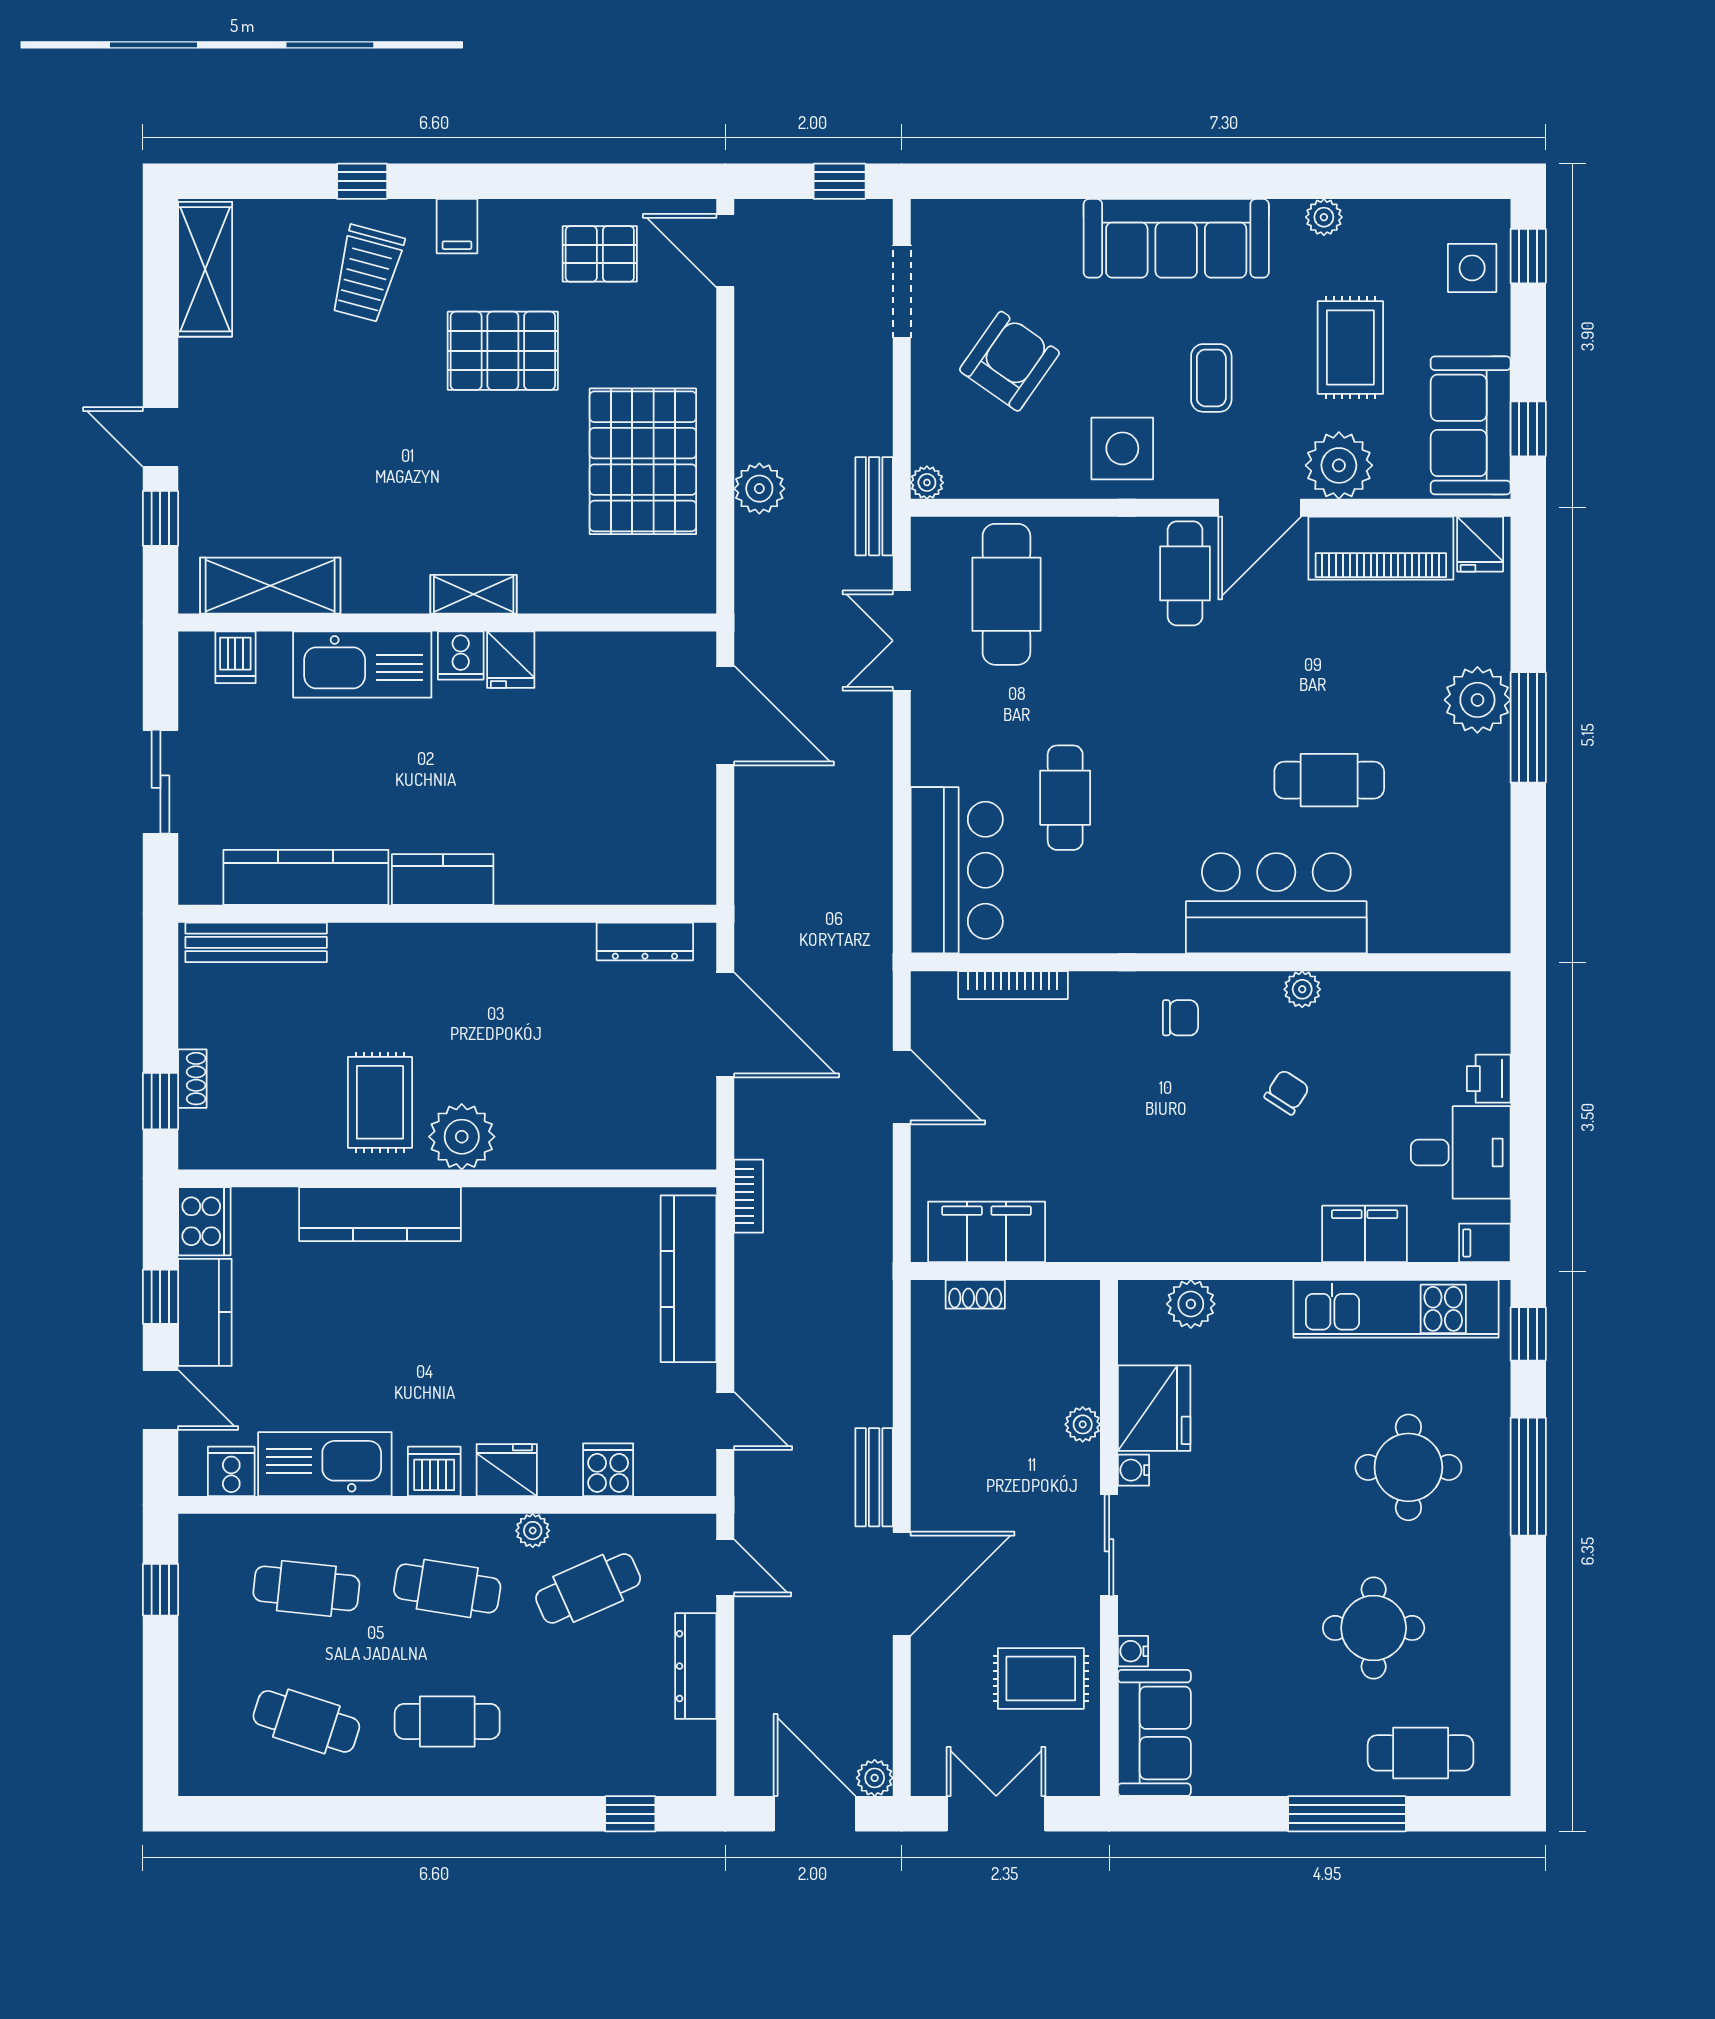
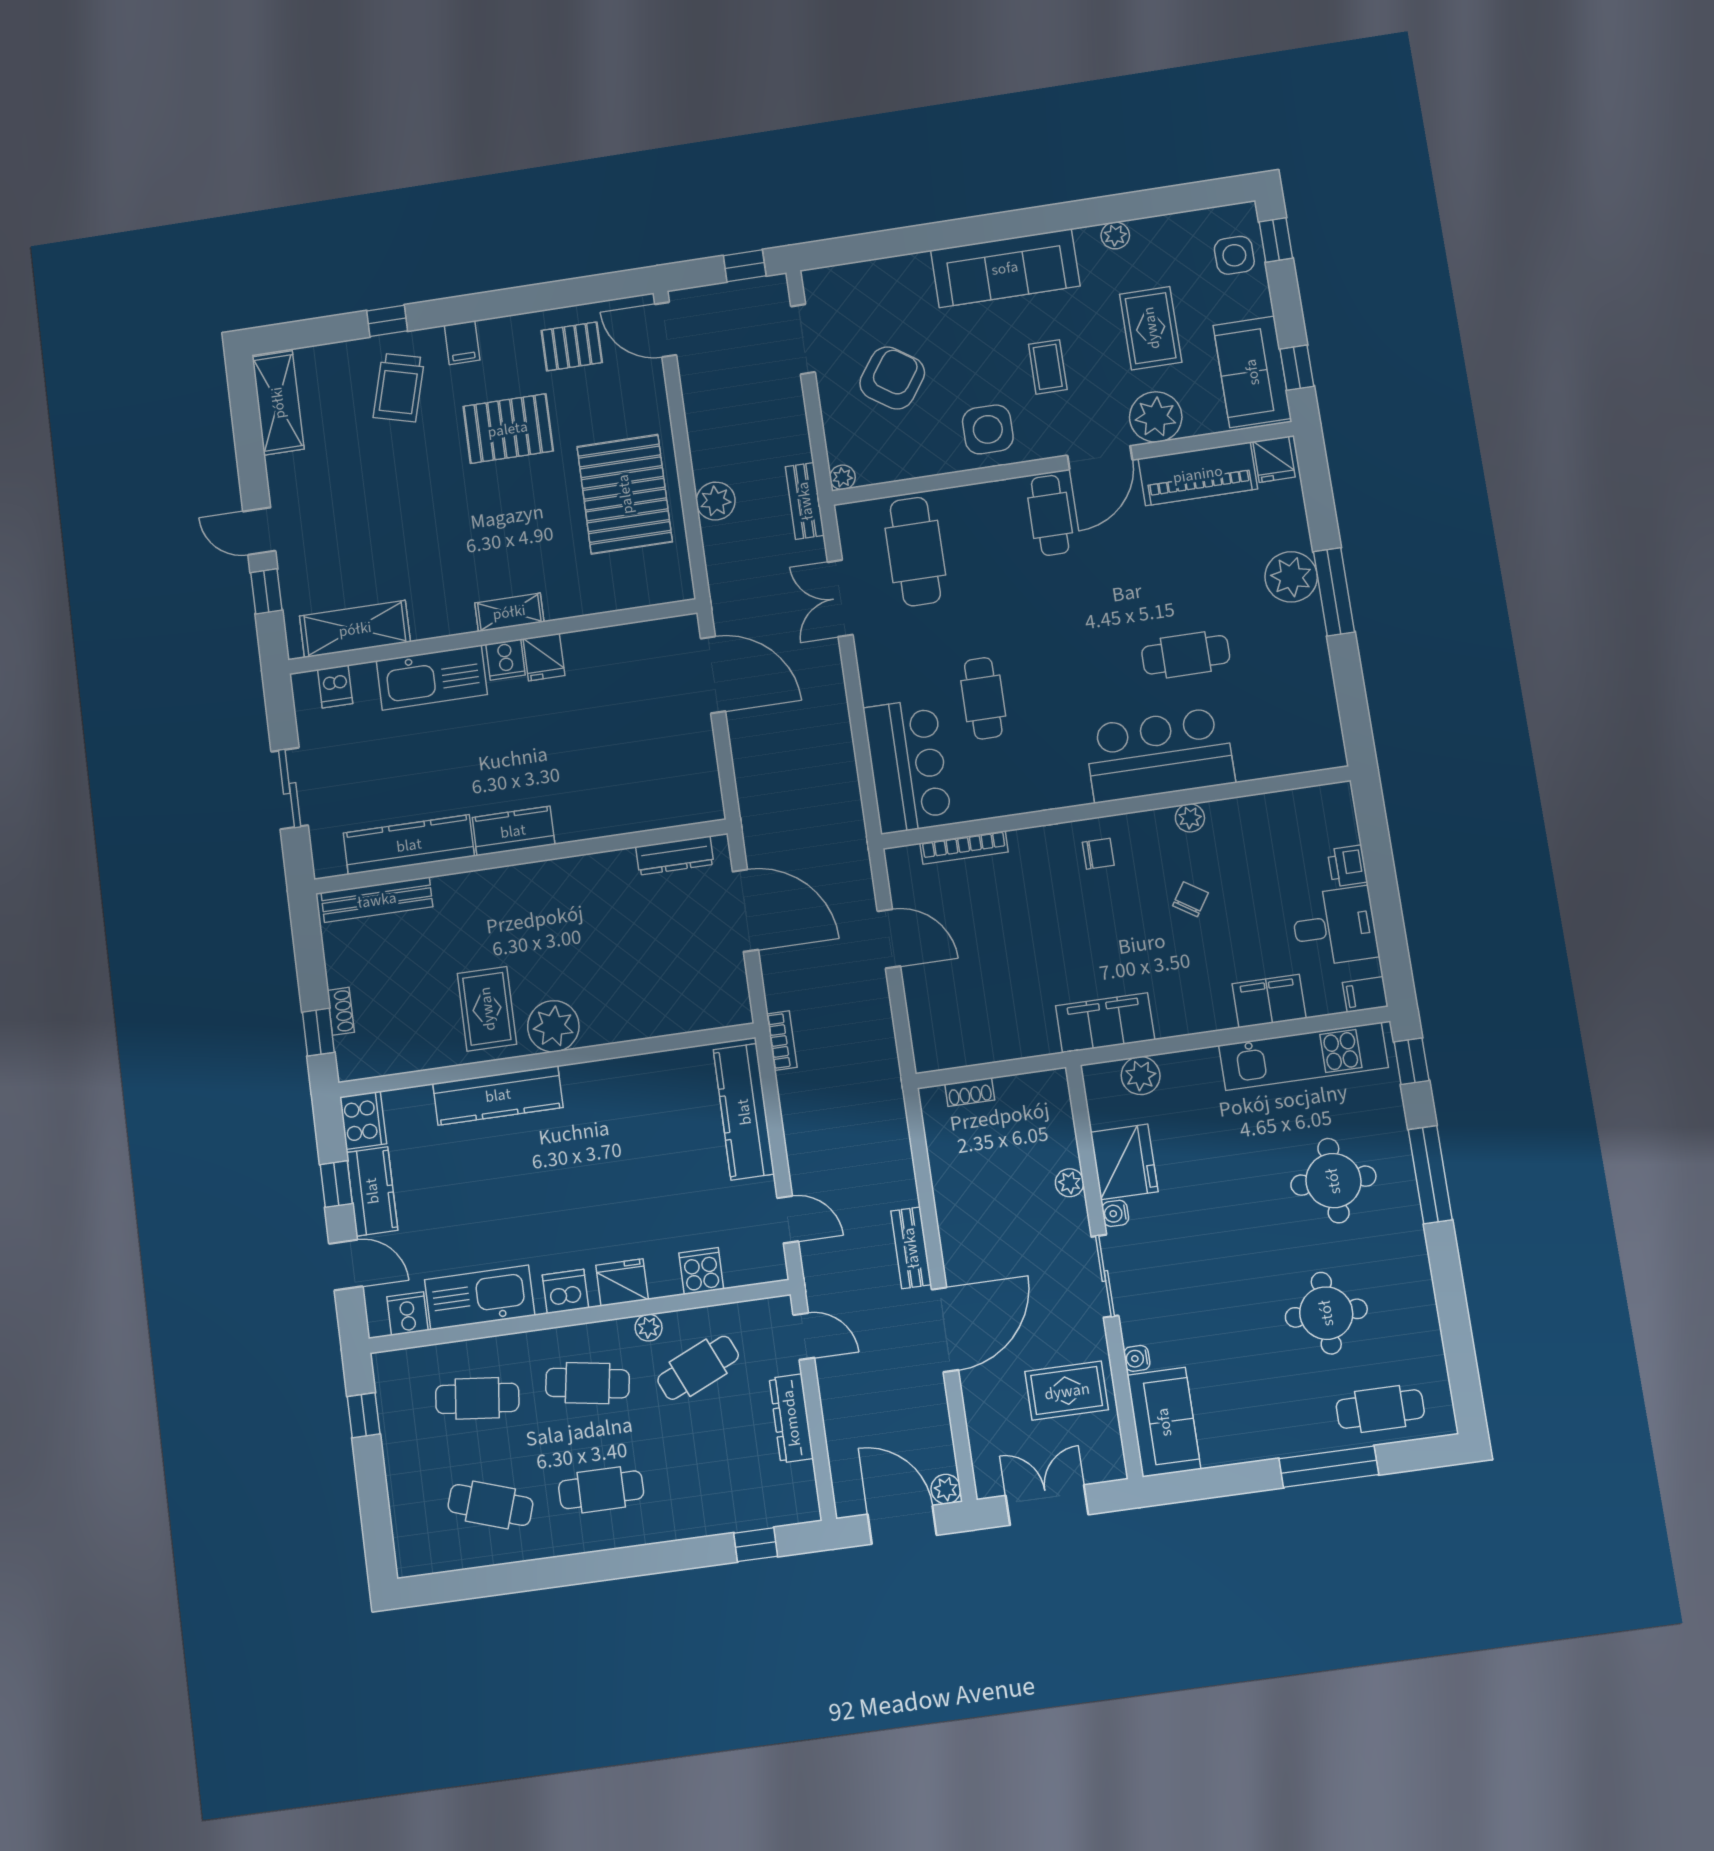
filing cabinet: (987, 1232) -> (1105, 1023), moved

